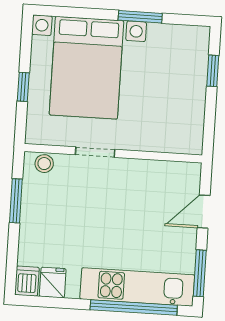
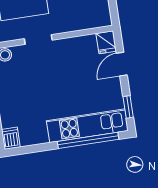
window: (200, 273) -> (128, 107), width x0.67
fridge: (53, 283) -> (106, 42), moved, turned 180

